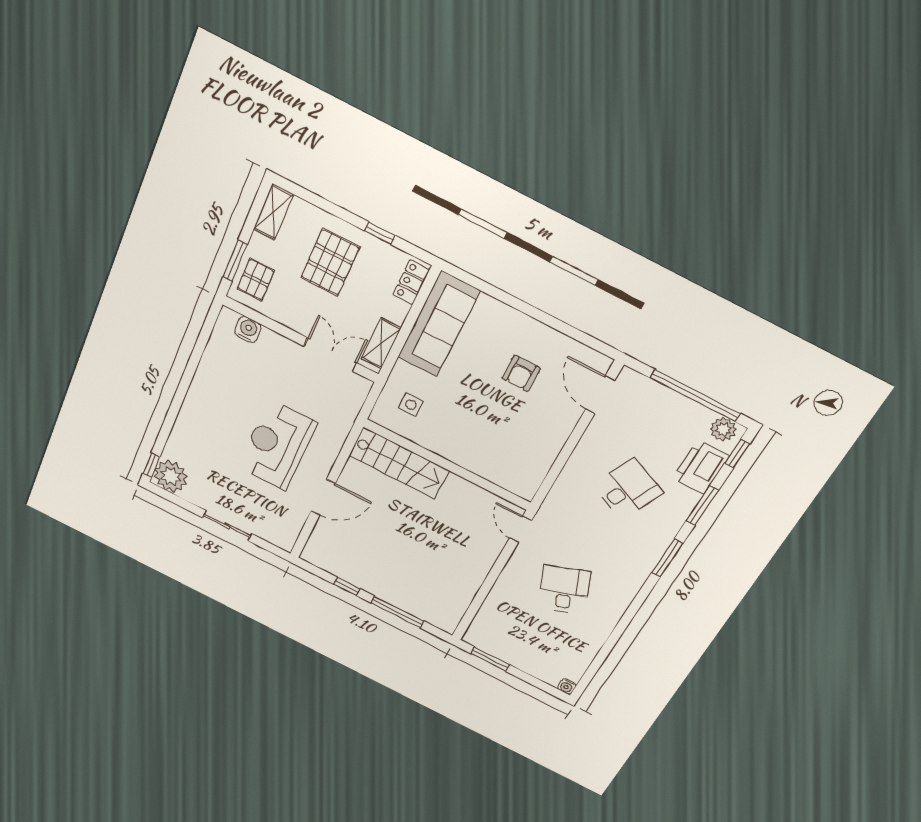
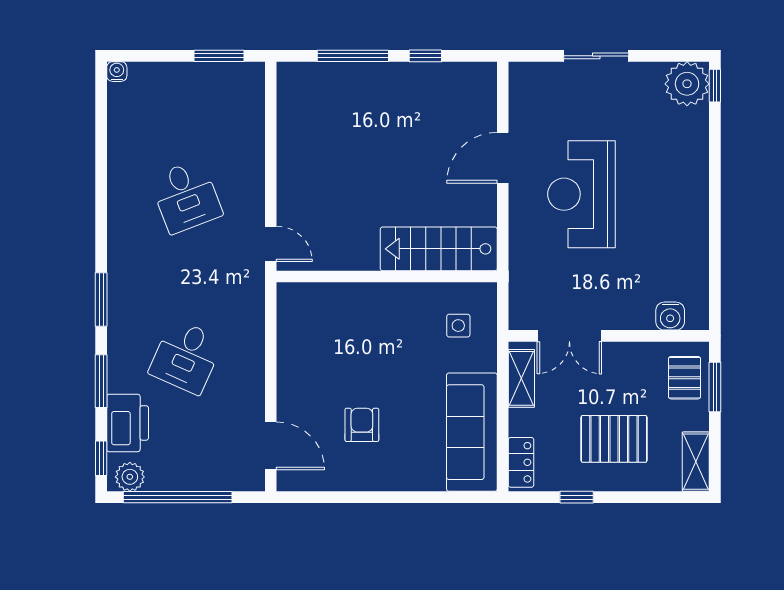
pallet: (330, 262) -> (614, 439), turned 90
reception desk: (277, 445) -> (582, 194), turned 180

